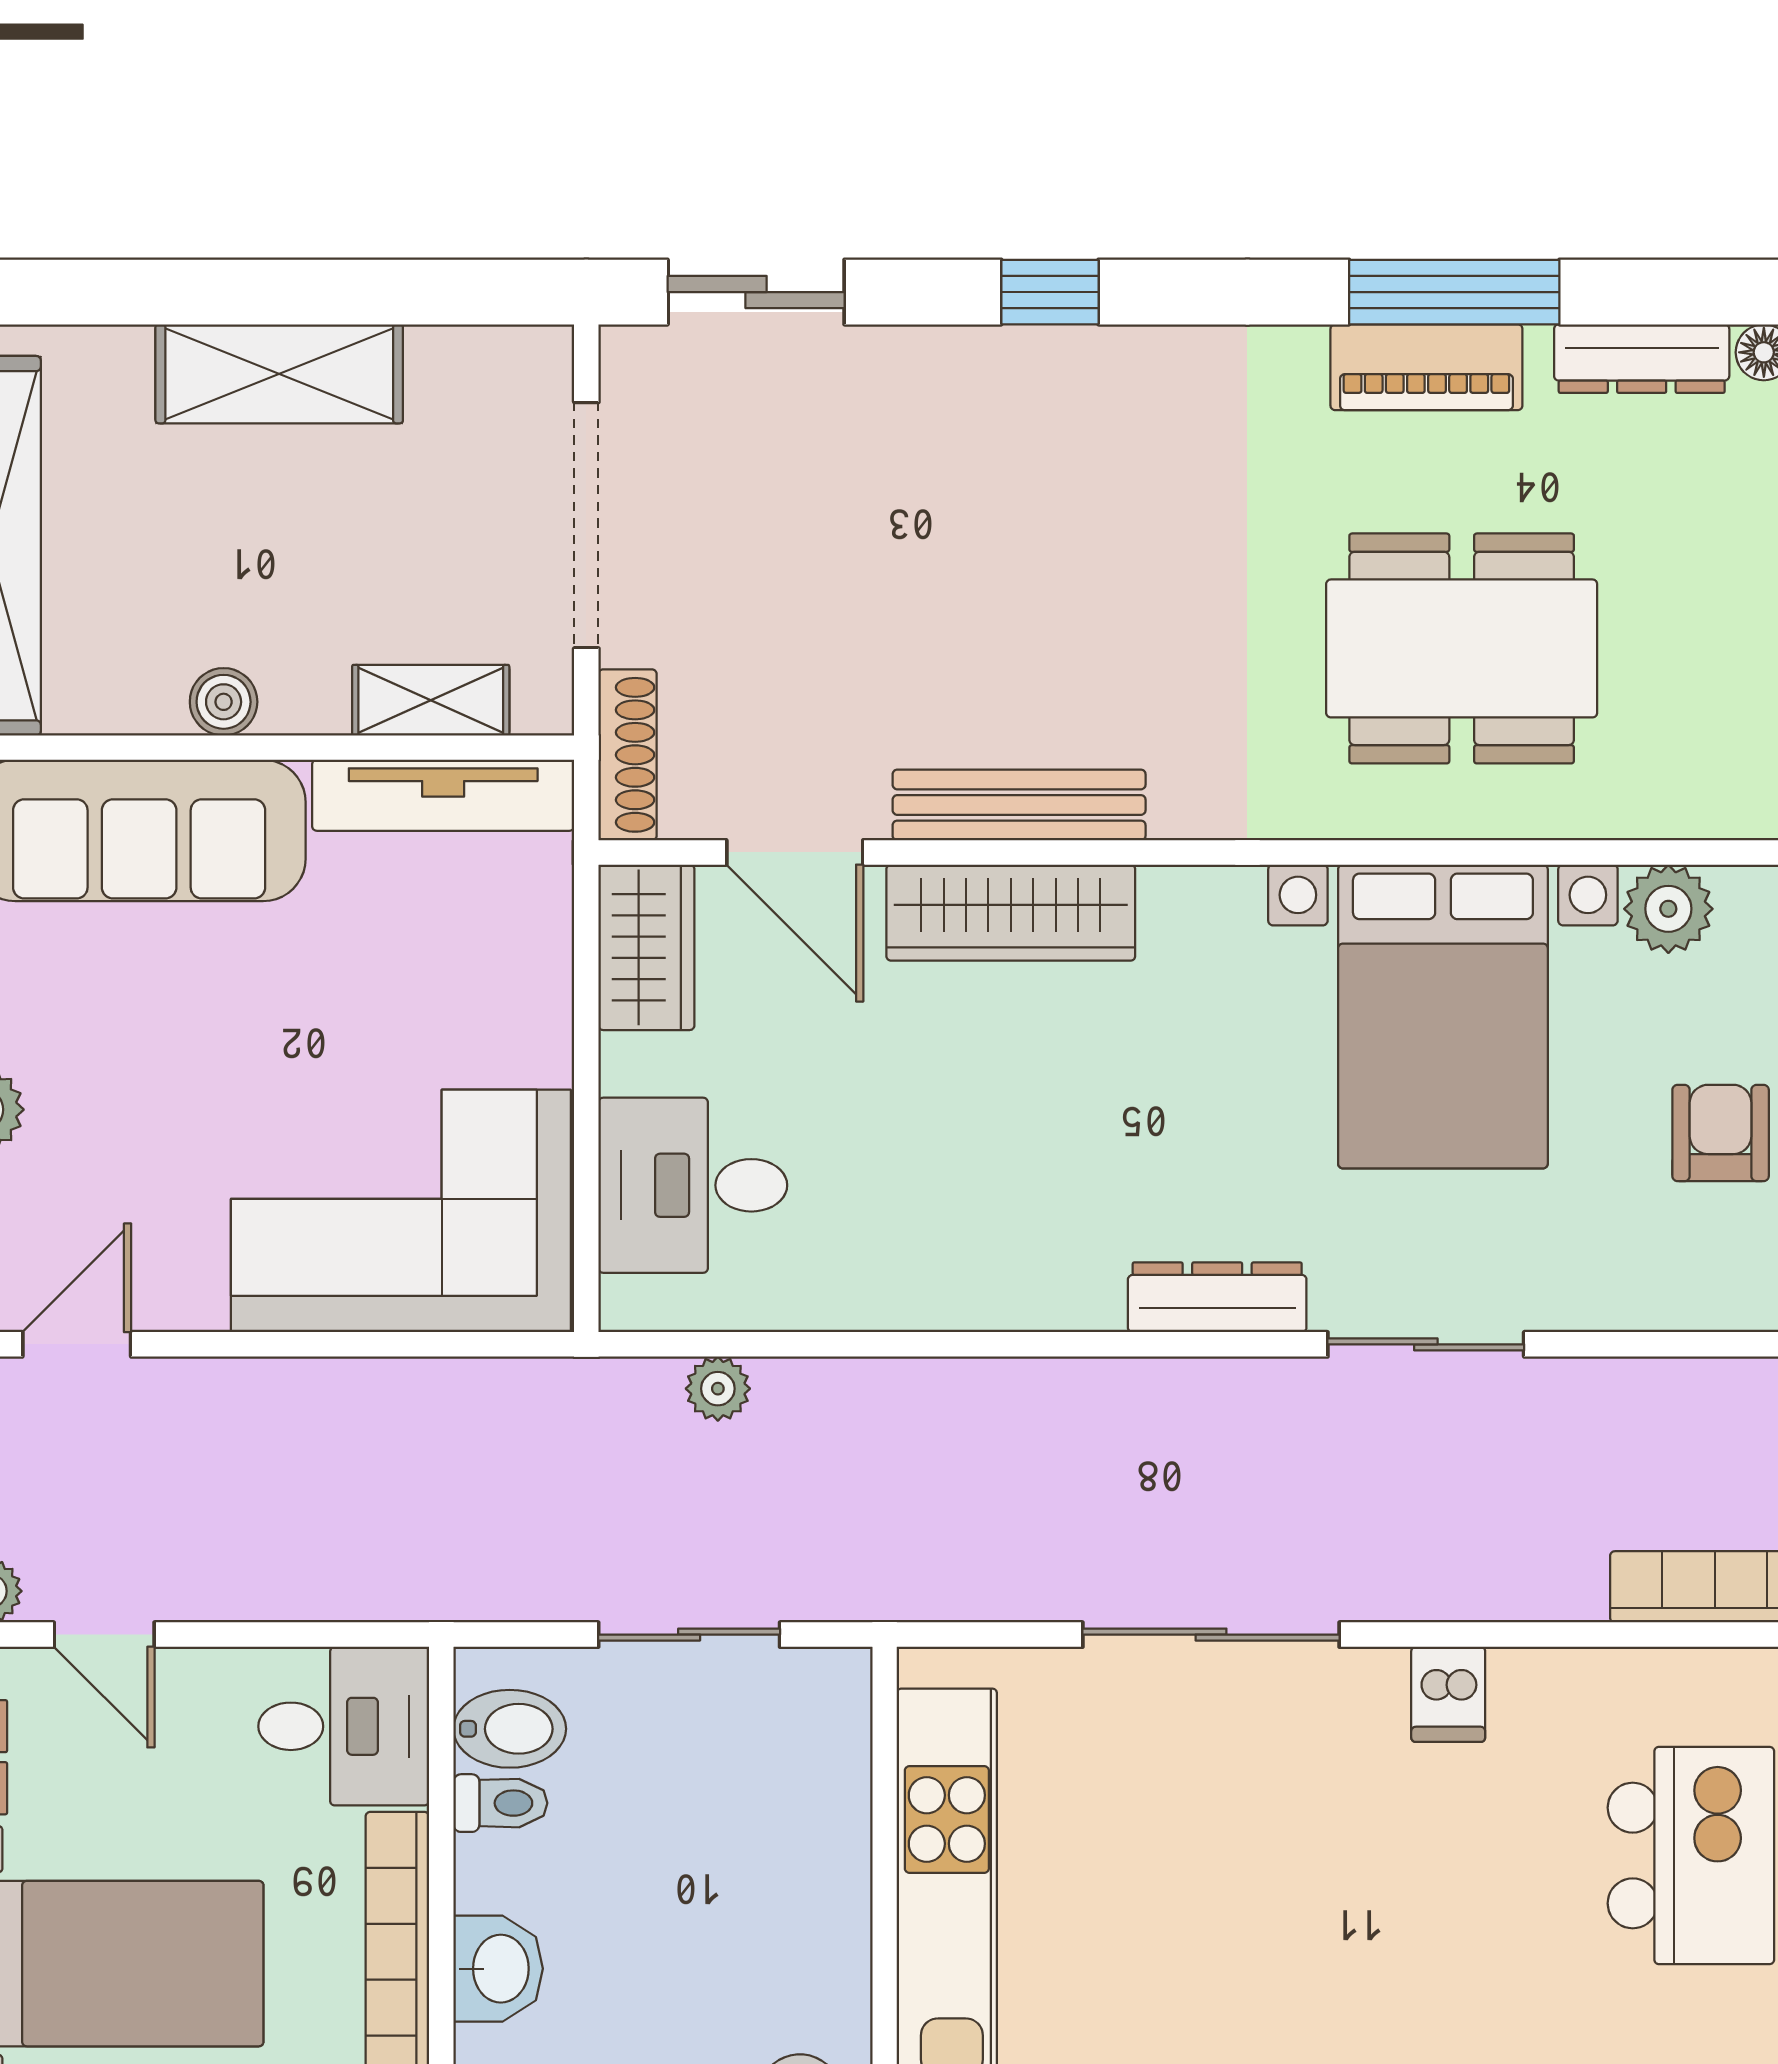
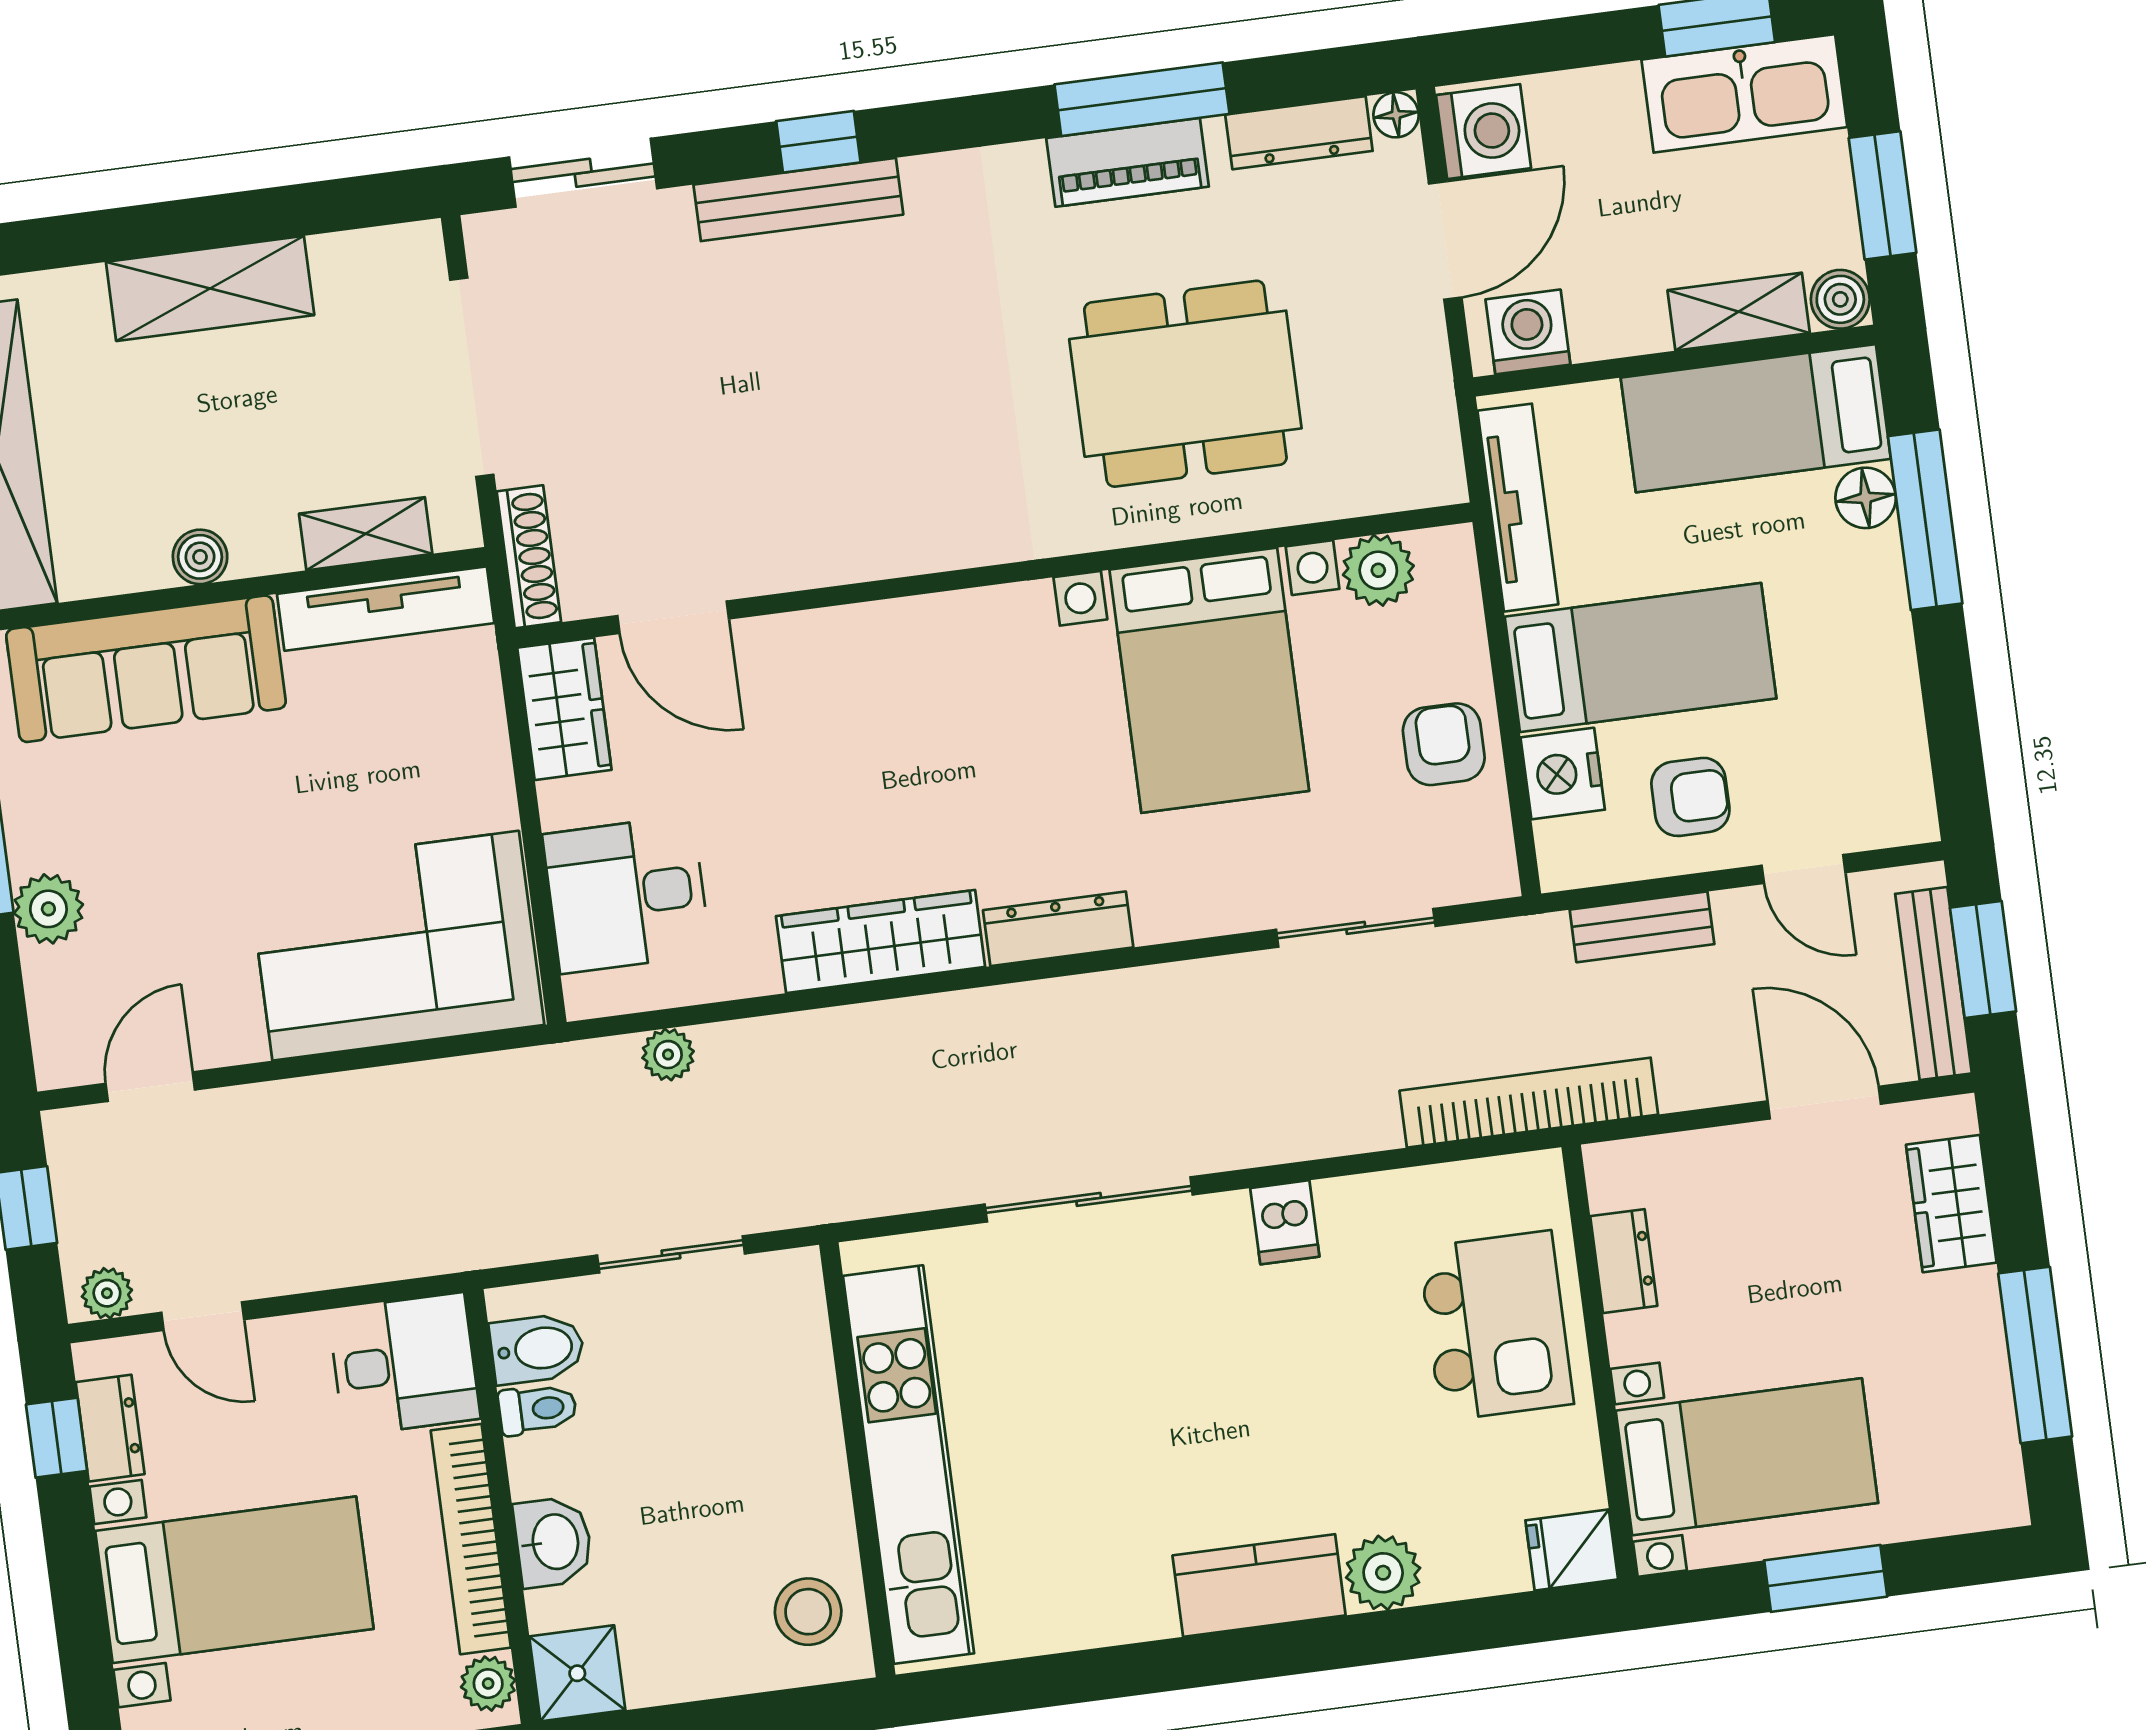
bench: (1019, 805) -> (798, 200), moved
wardrobe: (1011, 913) -> (881, 941), moved, turned 180
sliding door: (1426, 1344) -> (1356, 928), moved

